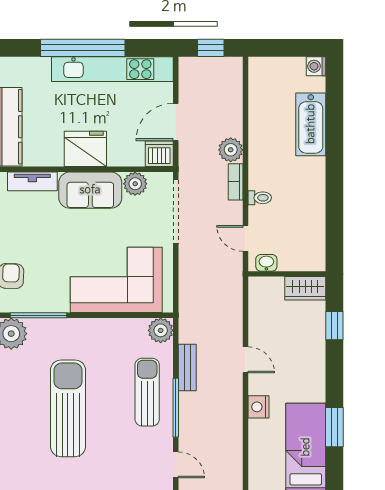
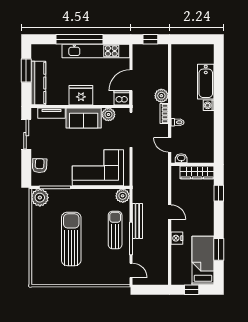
washing machine: (316, 66) -> (209, 105), moved
wardrobe: (305, 288) -> (197, 172), width x1.50
bench: (187, 367) -> (137, 221), width x1.36

